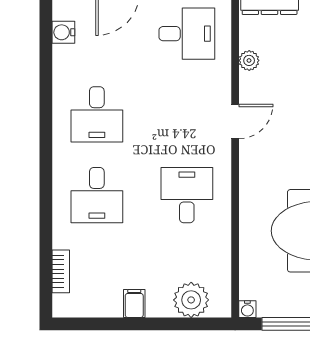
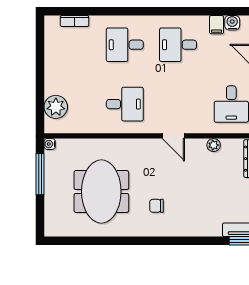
filing cabinet: (134, 303) -> (217, 25), moved, turned 90

